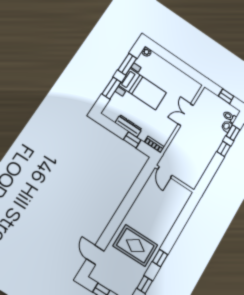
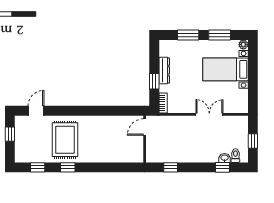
bed with nightstands: (143, 89) -> (225, 69), moved, turned 90
window: (224, 149) -> (171, 167), moved

